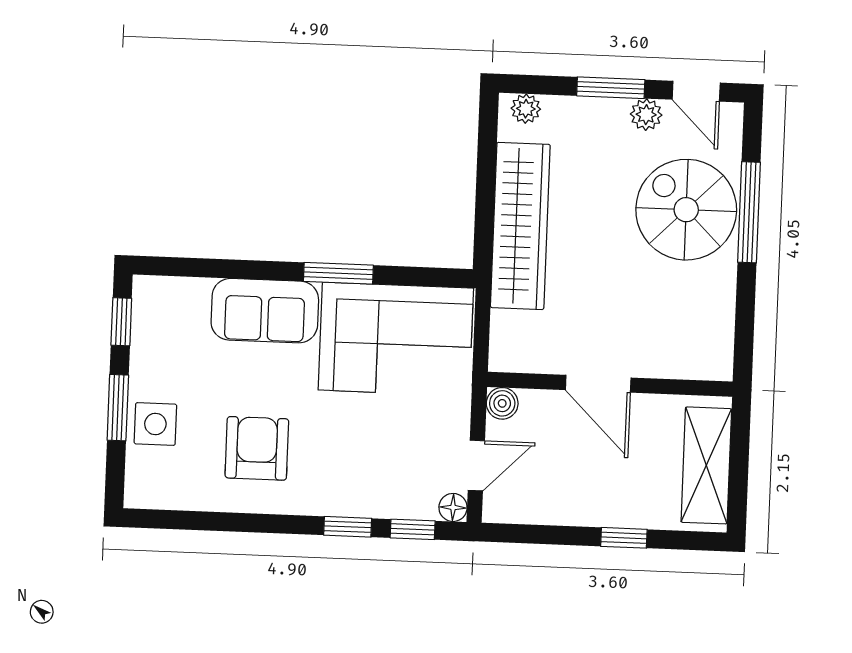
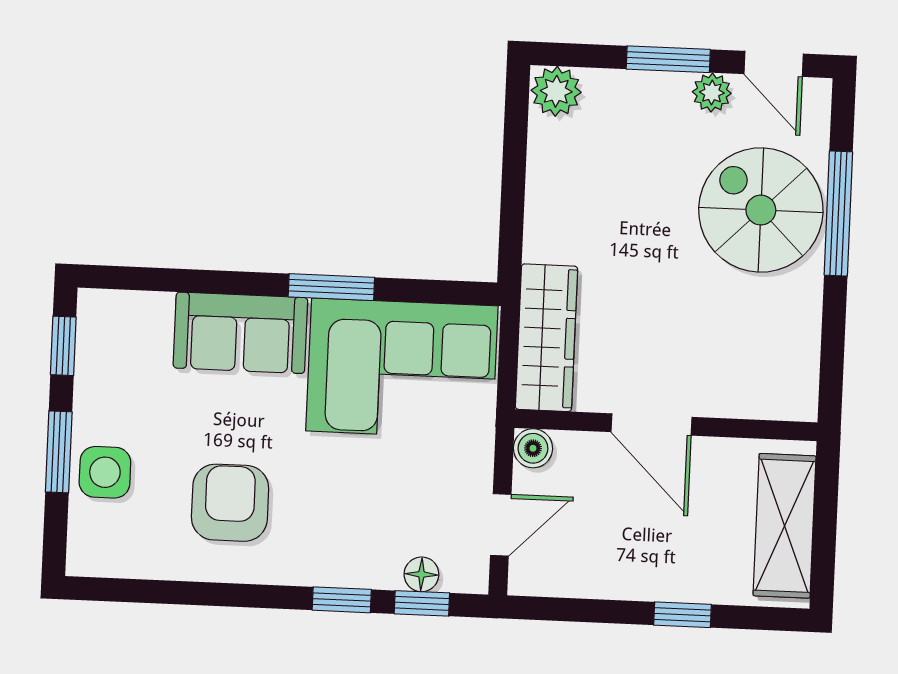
plant: (526, 109) -> (556, 91), width x1.38, depth x1.38
wardrobe: (520, 226) -> (546, 338), moved, width x0.71, depth x0.85
floor lamp: (453, 507) -> (421, 574), moved

